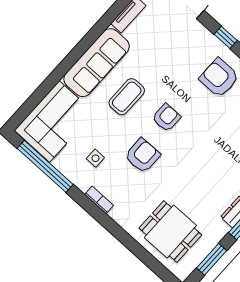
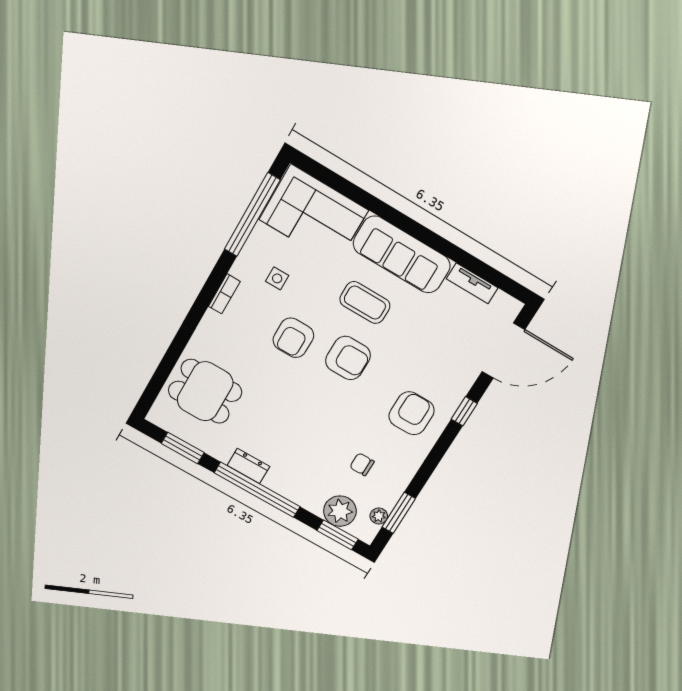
armchair: (166, 118) -> (348, 358), width x1.38, depth x1.38
armchair: (143, 156) -> (293, 338), turned 91
dining table: (170, 232) -> (205, 391), turned 90

